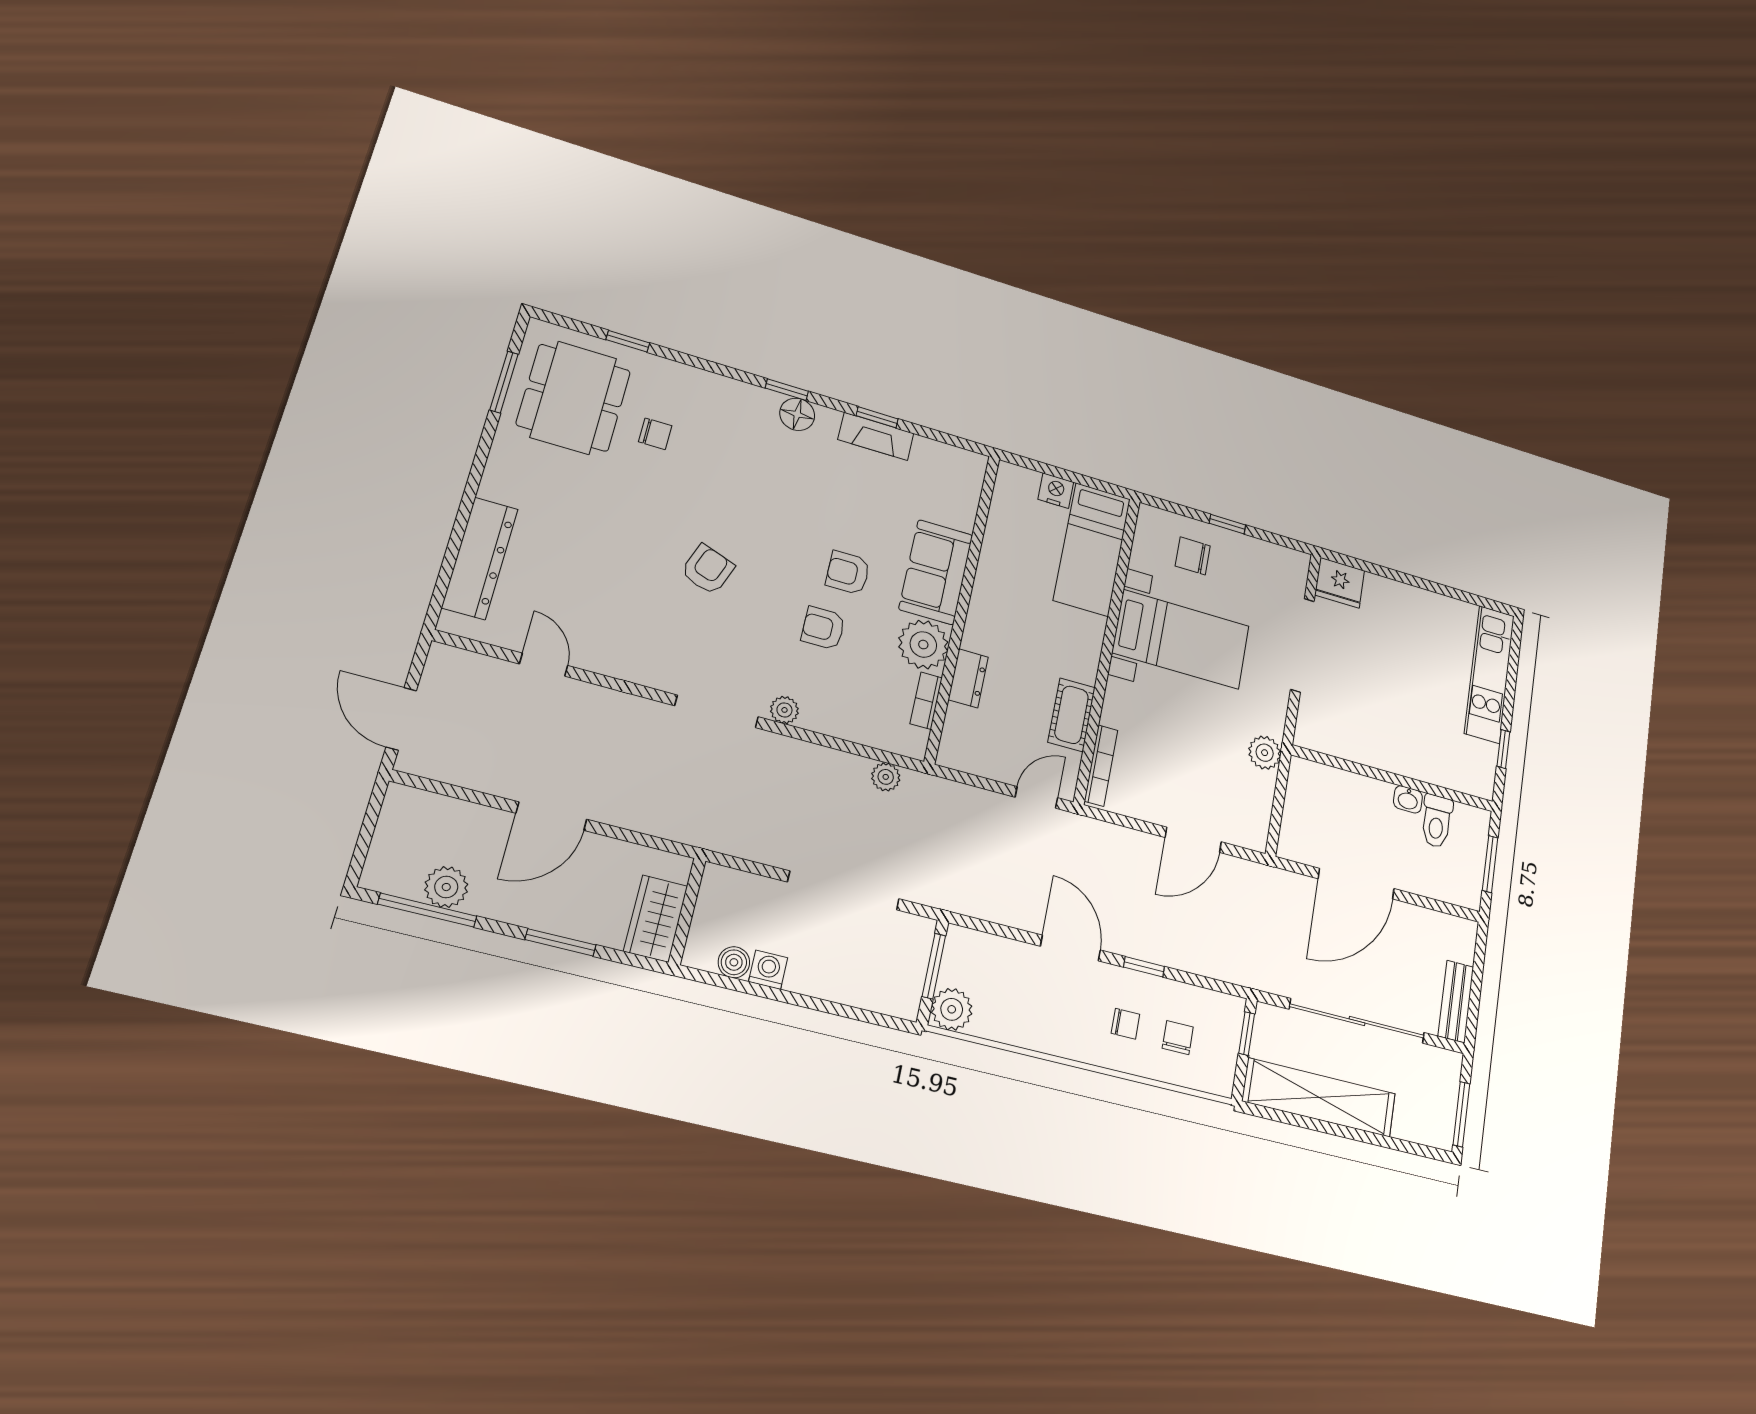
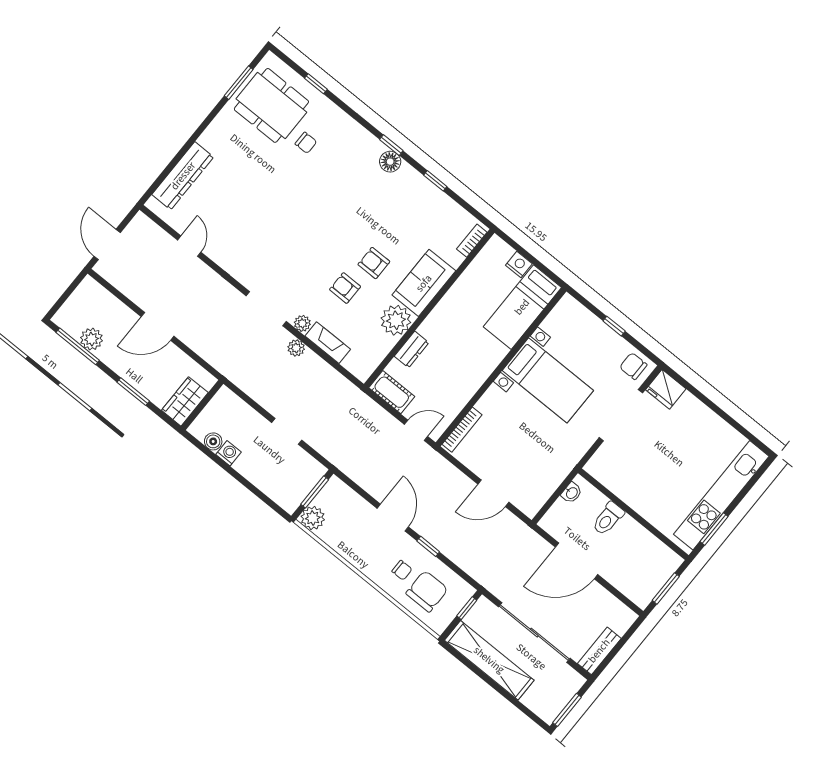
dining table: (573, 398) -> (271, 105), turned 90
fireplace: (876, 436) -> (328, 343), moved, turned 180
chair: (1193, 556) -> (633, 366), moved
armchair: (708, 569) -> (298, 230), removed
kitchen unit: (1489, 674) -> (721, 495), width x1.36
bookcase: (926, 701) -> (472, 241), moved
cot: (1071, 715) -> (392, 392), moved, turned 90
window: (1503, 749) -> (714, 529), width x1.50
plant: (1265, 753) -> (563, 465), removed
plant: (886, 777) -> (296, 348), moved
washbasin: (1408, 799) -> (572, 493), moved, turned -90
toilet: (1437, 821) -> (608, 519), moved
doorway: (844, 890) -> (287, 431), width x0.53
chair: (1178, 1038) -> (427, 591), width x1.87, depth x1.87

